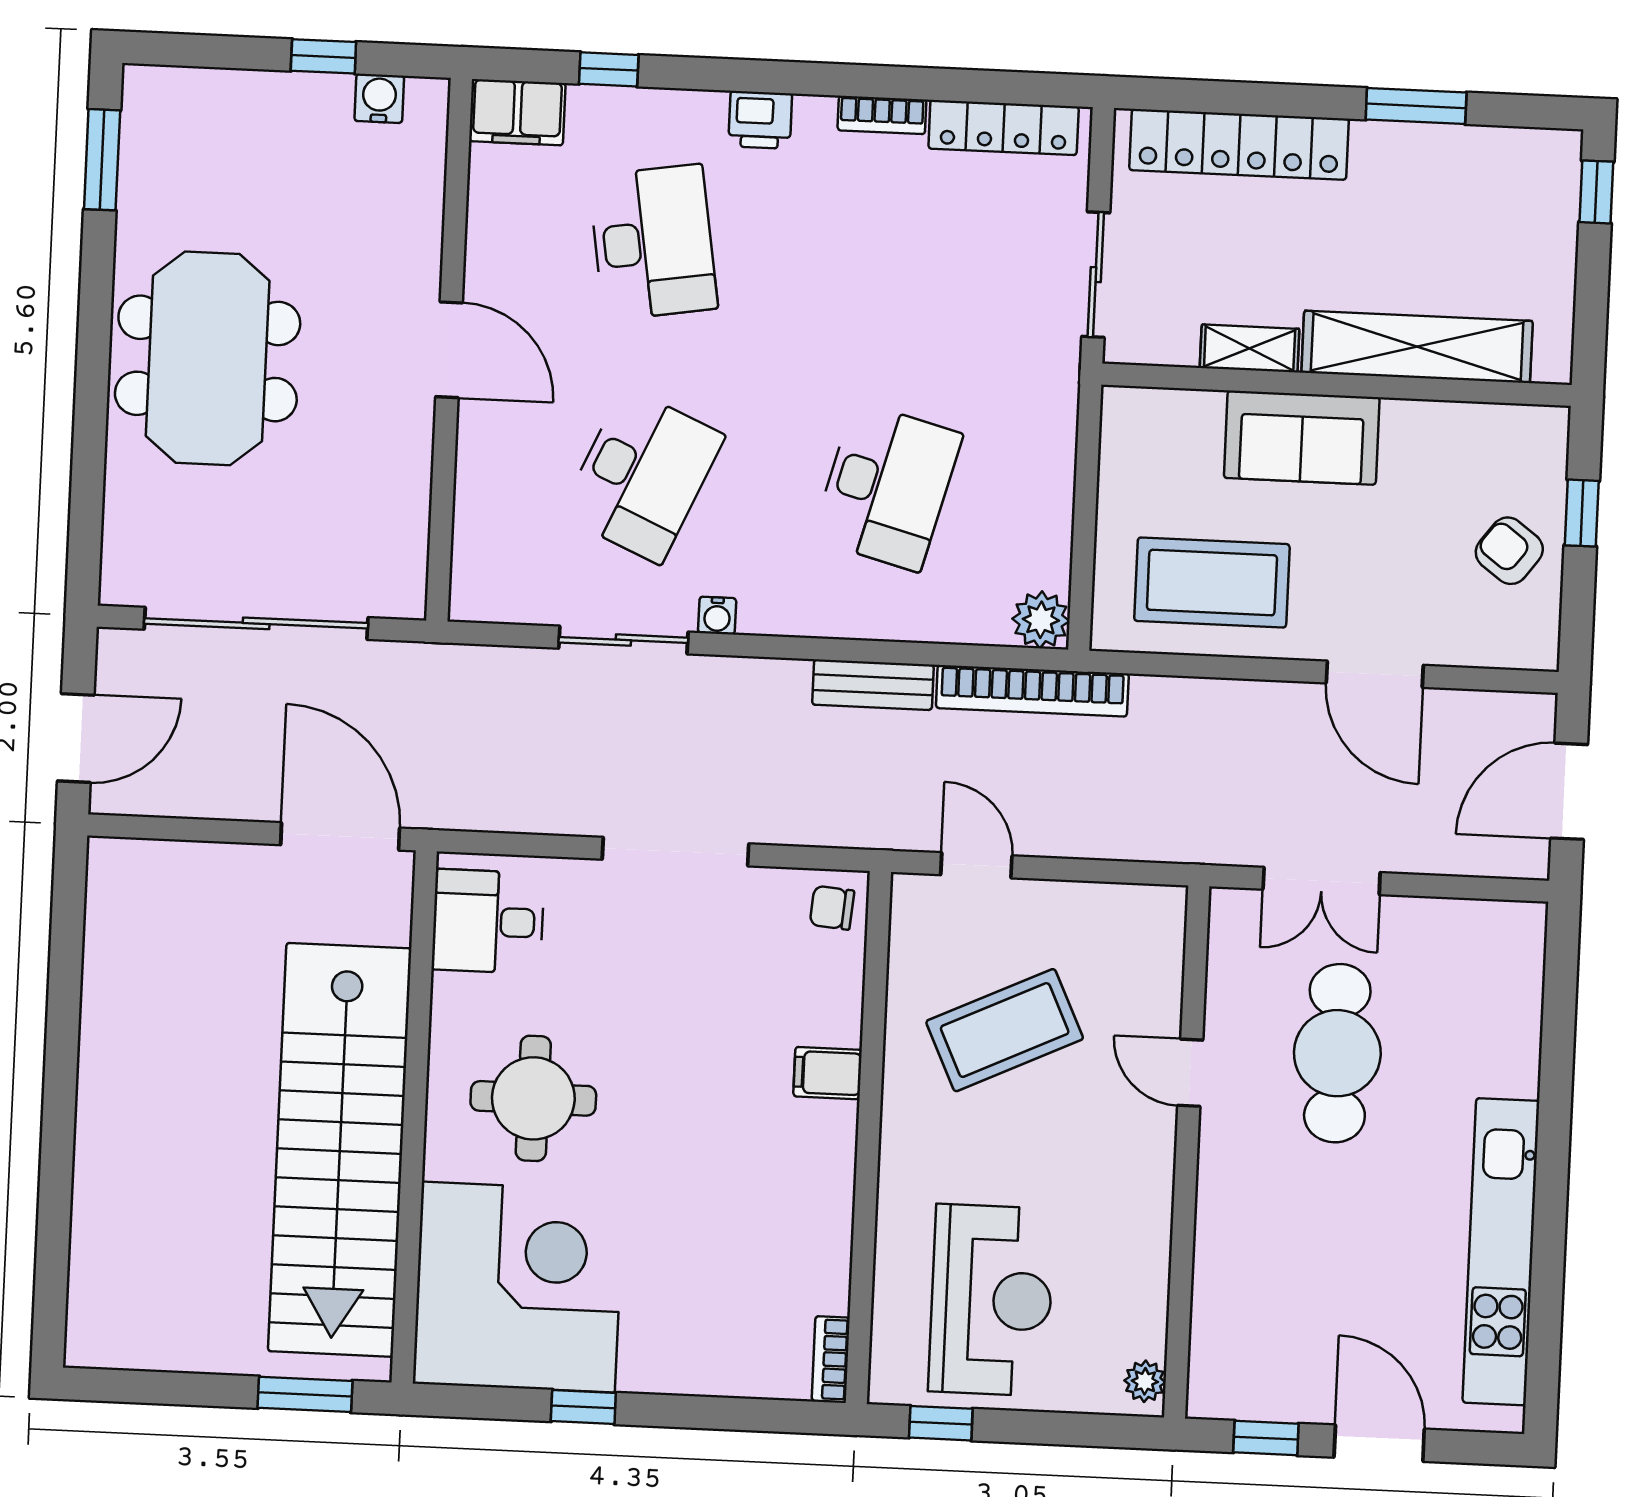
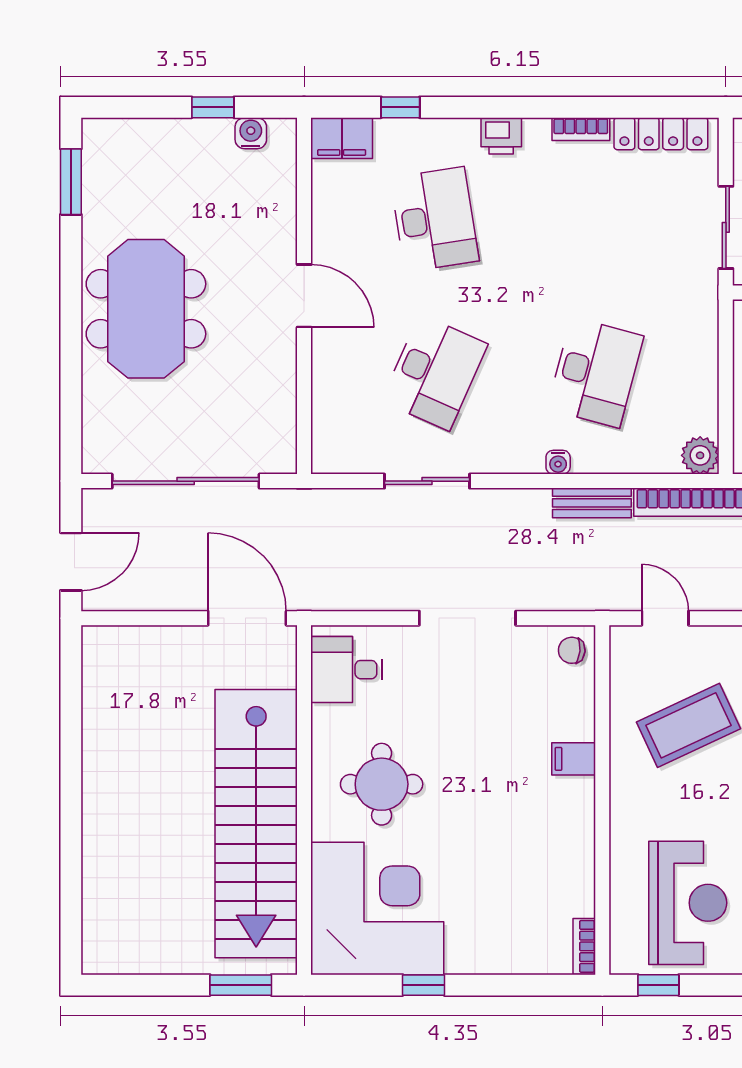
water cooler: (717, 616) -> (558, 462), moved

